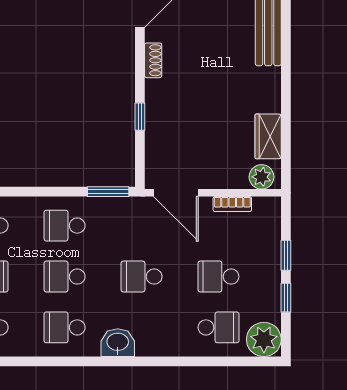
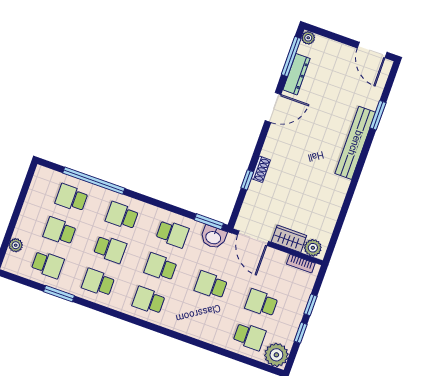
shoe rack: (153, 60) -> (261, 169), moved
wardrobe: (268, 136) -> (289, 239), moved, turned 90
bookcase: (232, 204) -> (301, 264), moved
school desk: (65, 226) -> (172, 234), turned 180
washbasin: (118, 343) -> (213, 237), moved, turned 180

